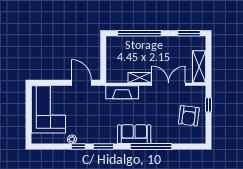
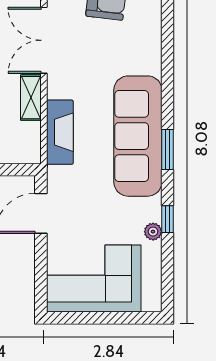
sofa: (134, 134) -> (138, 136), width x1.85, depth x1.27
window: (103, 147) -> (168, 149), moved
window: (151, 147) -> (168, 75), removed

